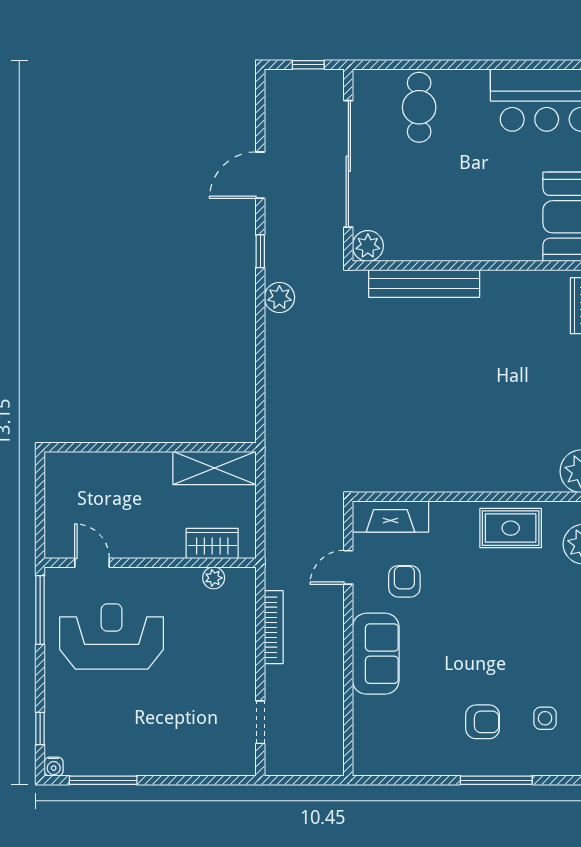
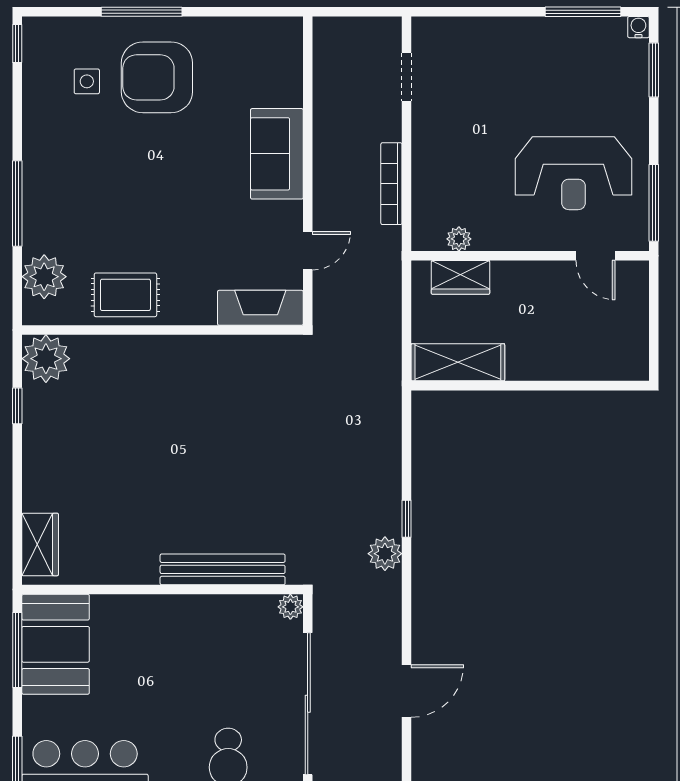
plant: (368, 246) -> (290, 607), width x0.73, depth x0.73
window: (260, 251) -> (407, 519), moved
armchair: (404, 581) -> (245, 235), removed
armchair: (483, 722) -> (157, 77), width x1.88, depth x1.88
window: (40, 728) -> (654, 70), width x1.50

